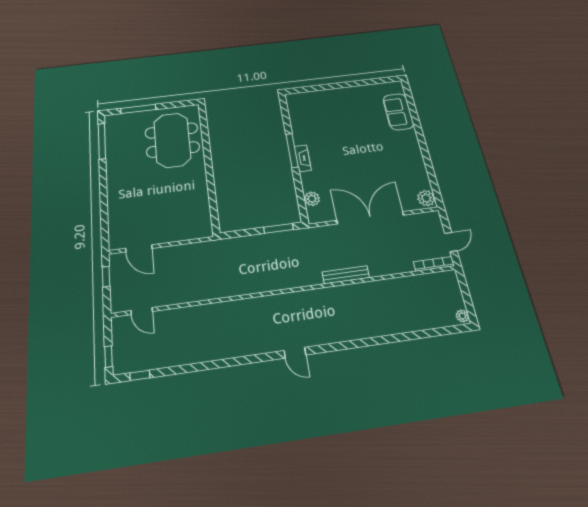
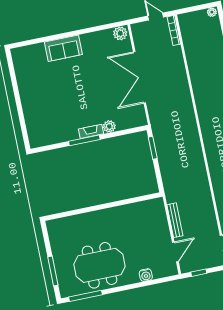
sofa: (398, 112) -> (63, 48), moved
meeting table: (172, 140) -> (100, 265), moved
plant: (312, 199) -> (109, 126), moved
water cooler: (115, 210) -> (146, 275), added
bench: (346, 275) -> (175, 220), moved

